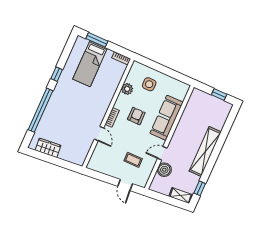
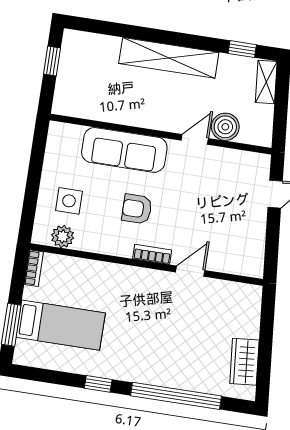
plant: (127, 89) -> (63, 236), moved
door: (162, 153) -> (195, 139), swing flipped
coffee table: (133, 160) -> (223, 192), removed

